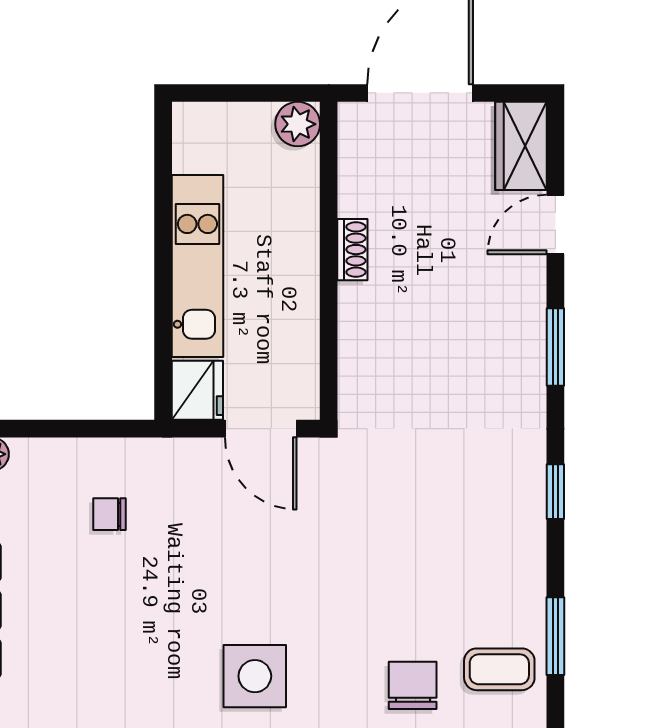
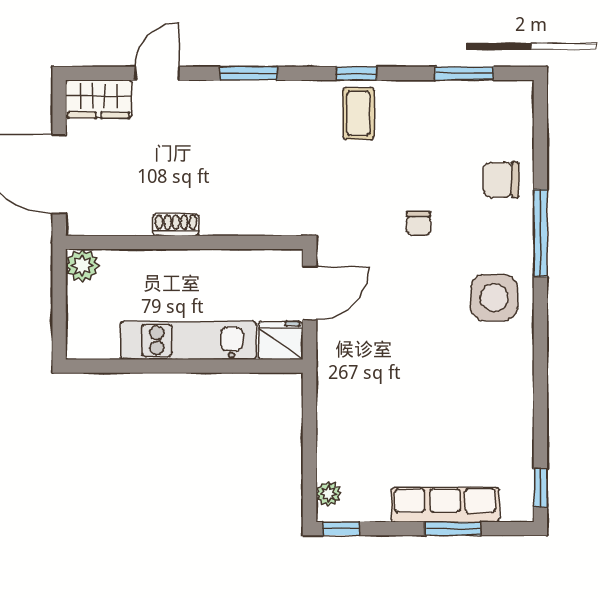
door: (555, 224) -> (157, 73), swing flipped
chair: (110, 514) -> (419, 224), moved
coffee table: (499, 669) -> (359, 113), moved

